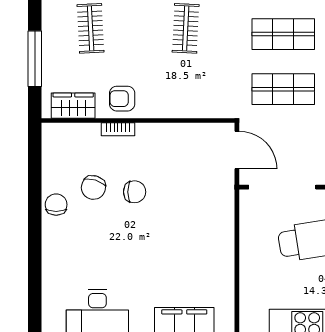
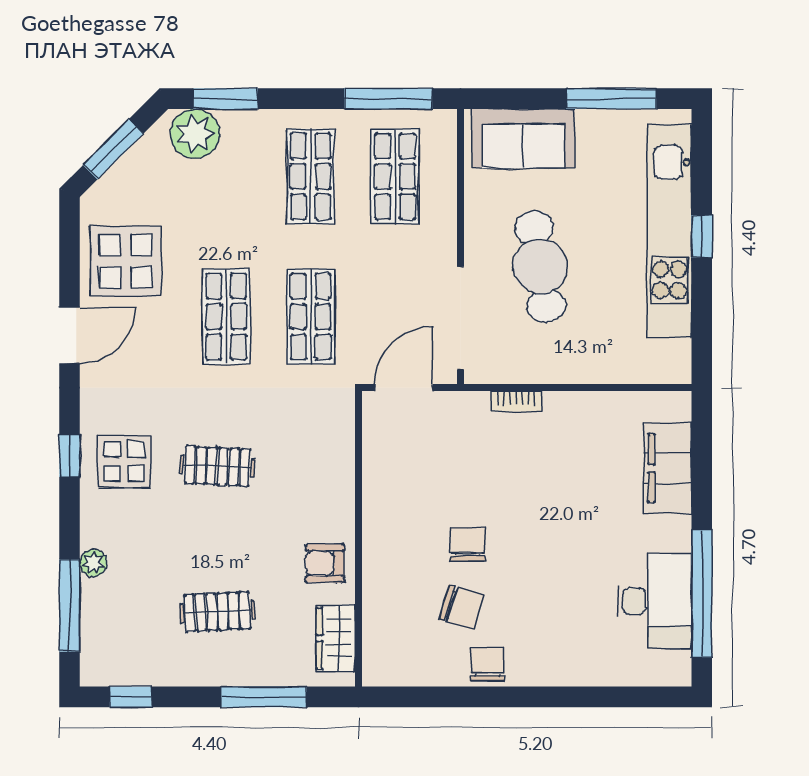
armchair: (122, 99) -> (325, 563), turned 90
bookcase: (118, 129) -> (516, 401), moved, turned 90
chair: (56, 205) -> (487, 664), turned 90

